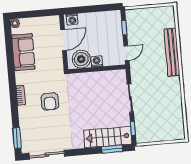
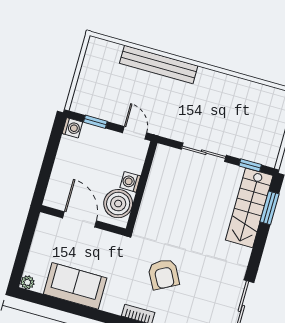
washing machine: (72, 19) -> (72, 128), moved
armchair: (50, 101) -> (164, 274), turned 62

